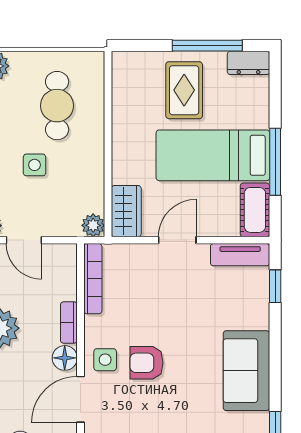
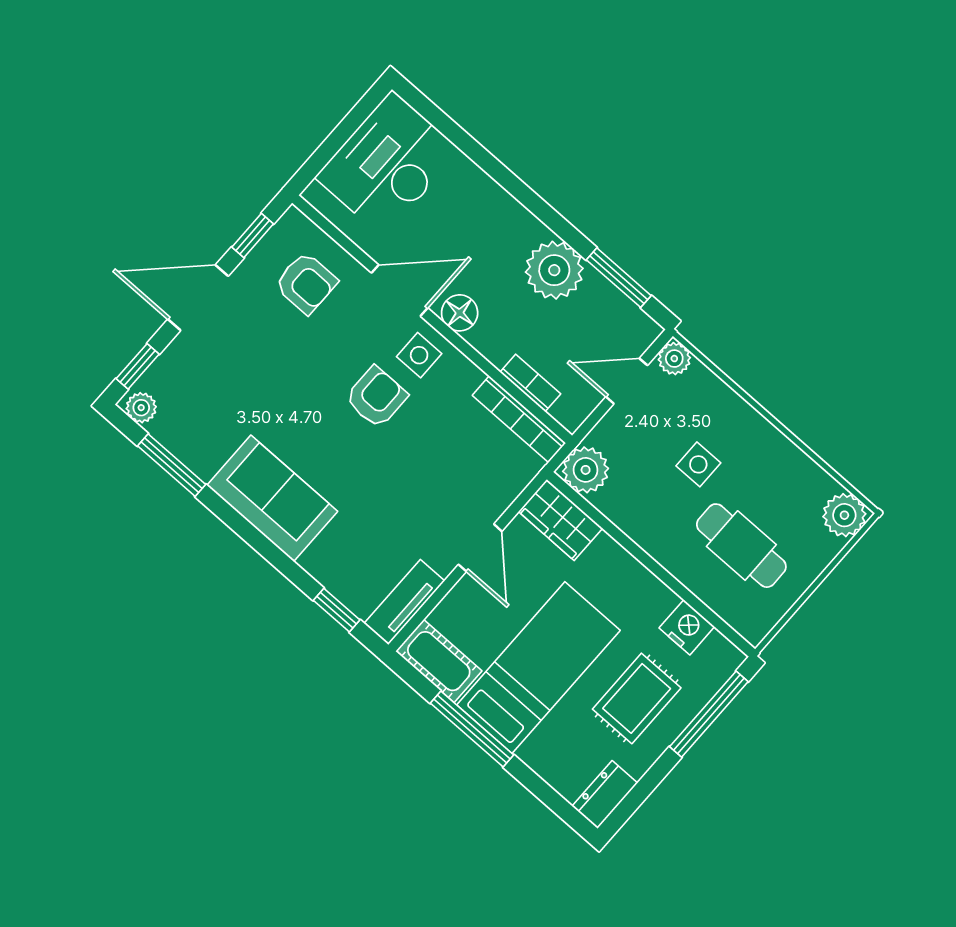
window: (207, 46) -> (709, 714), moved
rug: (184, 90) -> (637, 698), turned 90
nightstand: (124, 97) -> (687, 627), added
plant: (93, 225) -> (586, 470), width x1.38, depth x1.38
bookcase: (69, 323) -> (530, 383), moved
door: (80, 399) -> (400, 290), hinge flipped

